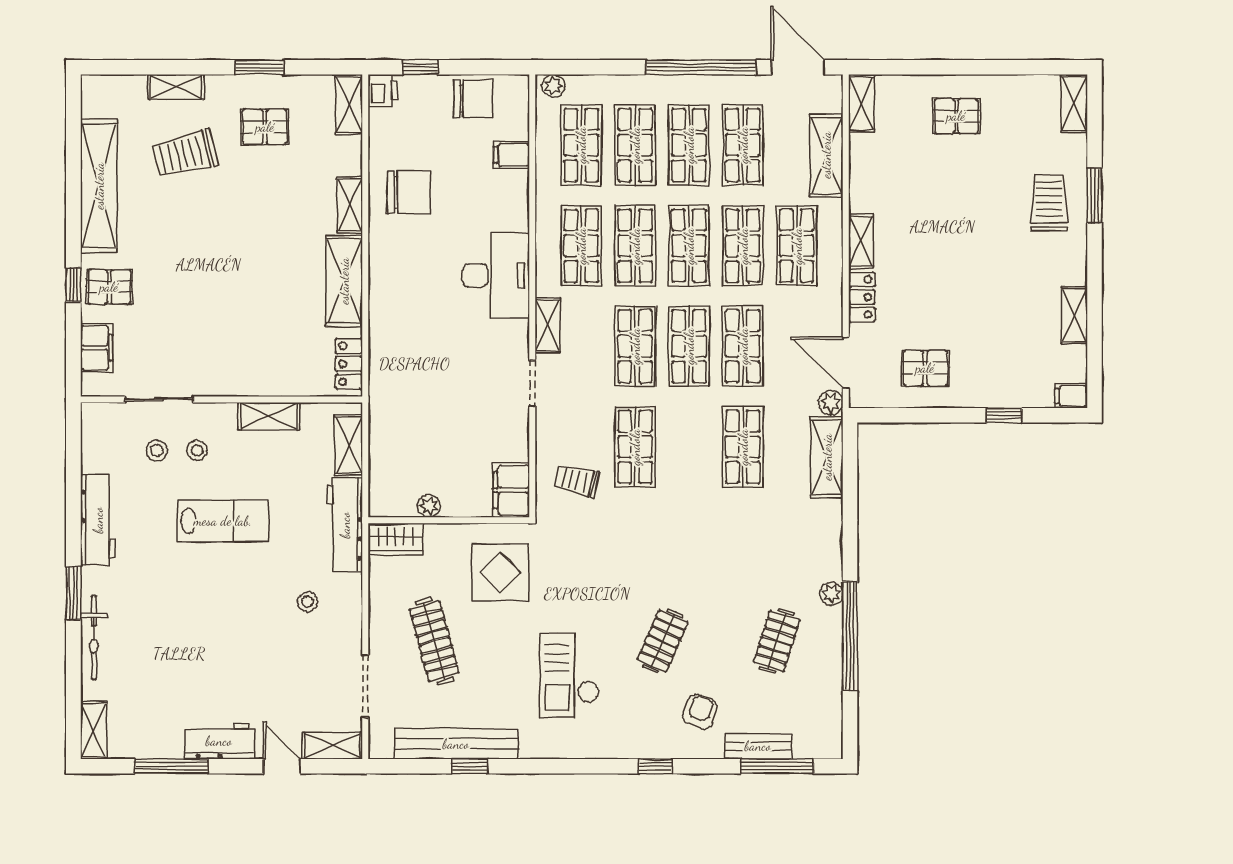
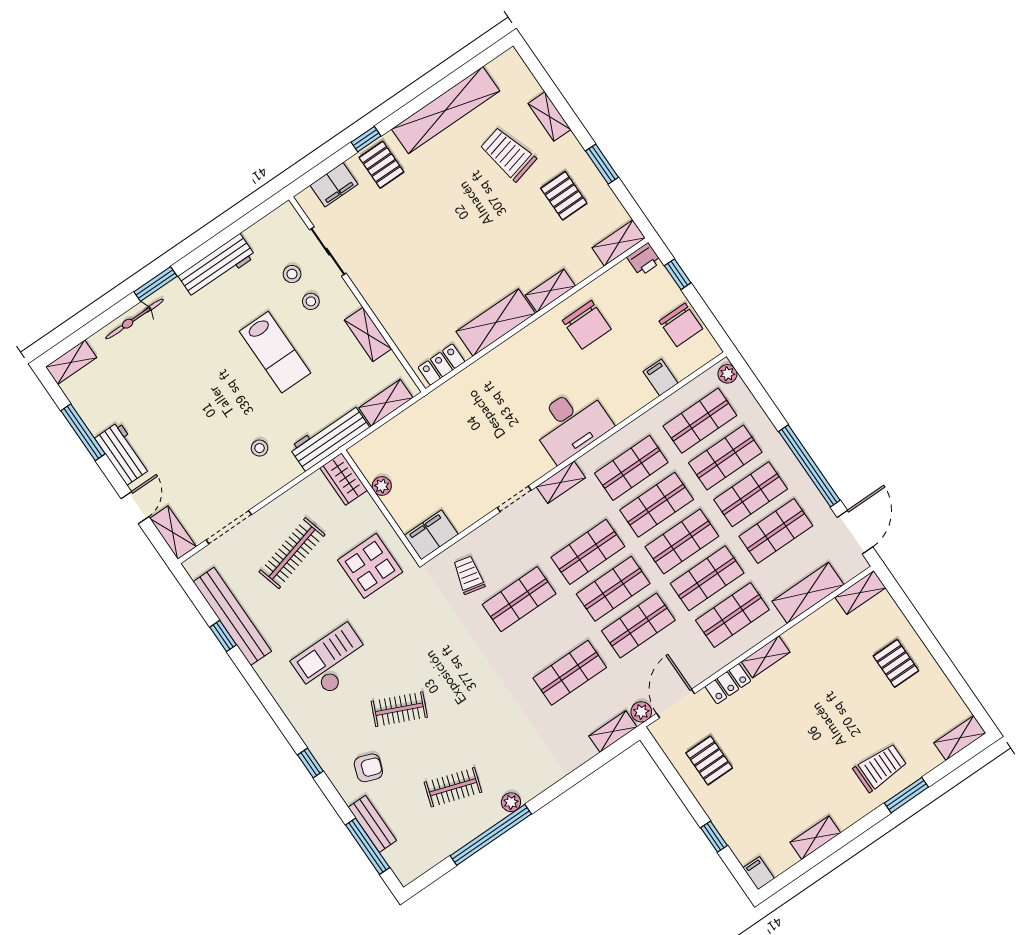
shelving: (827, 457) -> (613, 731), width x0.67, depth x0.75

